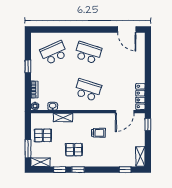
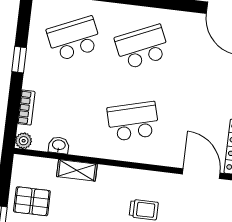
school desk: (88, 53) -> (142, 47), turned -42
school desk: (88, 90) -> (133, 121), turned -33
door: (125, 112) -> (201, 174), swing flipped

